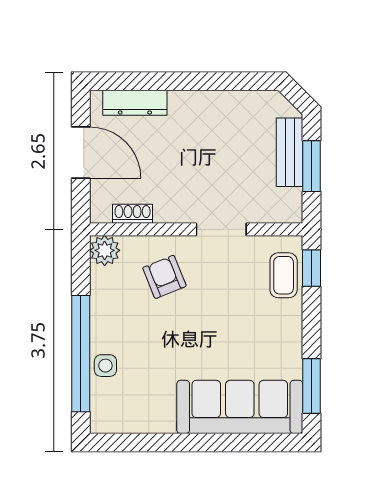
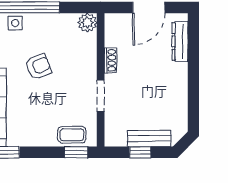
window: (312, 166) -> (140, 152), width x0.67
shoe rack: (133, 214) -> (110, 60), moved
armchair: (164, 277) -> (38, 67), moved

